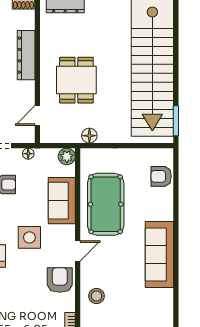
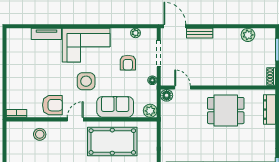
dresser: (26, 55) -> (230, 79), removed
dining table: (76, 80) -> (226, 111), moved
floor lamp: (89, 136) -> (167, 95), moved
door: (78, 251) -> (75, 119), swing flipped

